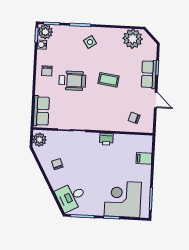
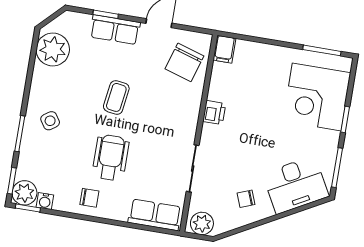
chair: (134, 118) -> (184, 62), width x1.87, depth x1.87
filing cabinet: (144, 158) -> (224, 49), moved
desk: (71, 197) -> (296, 185), width x1.37

